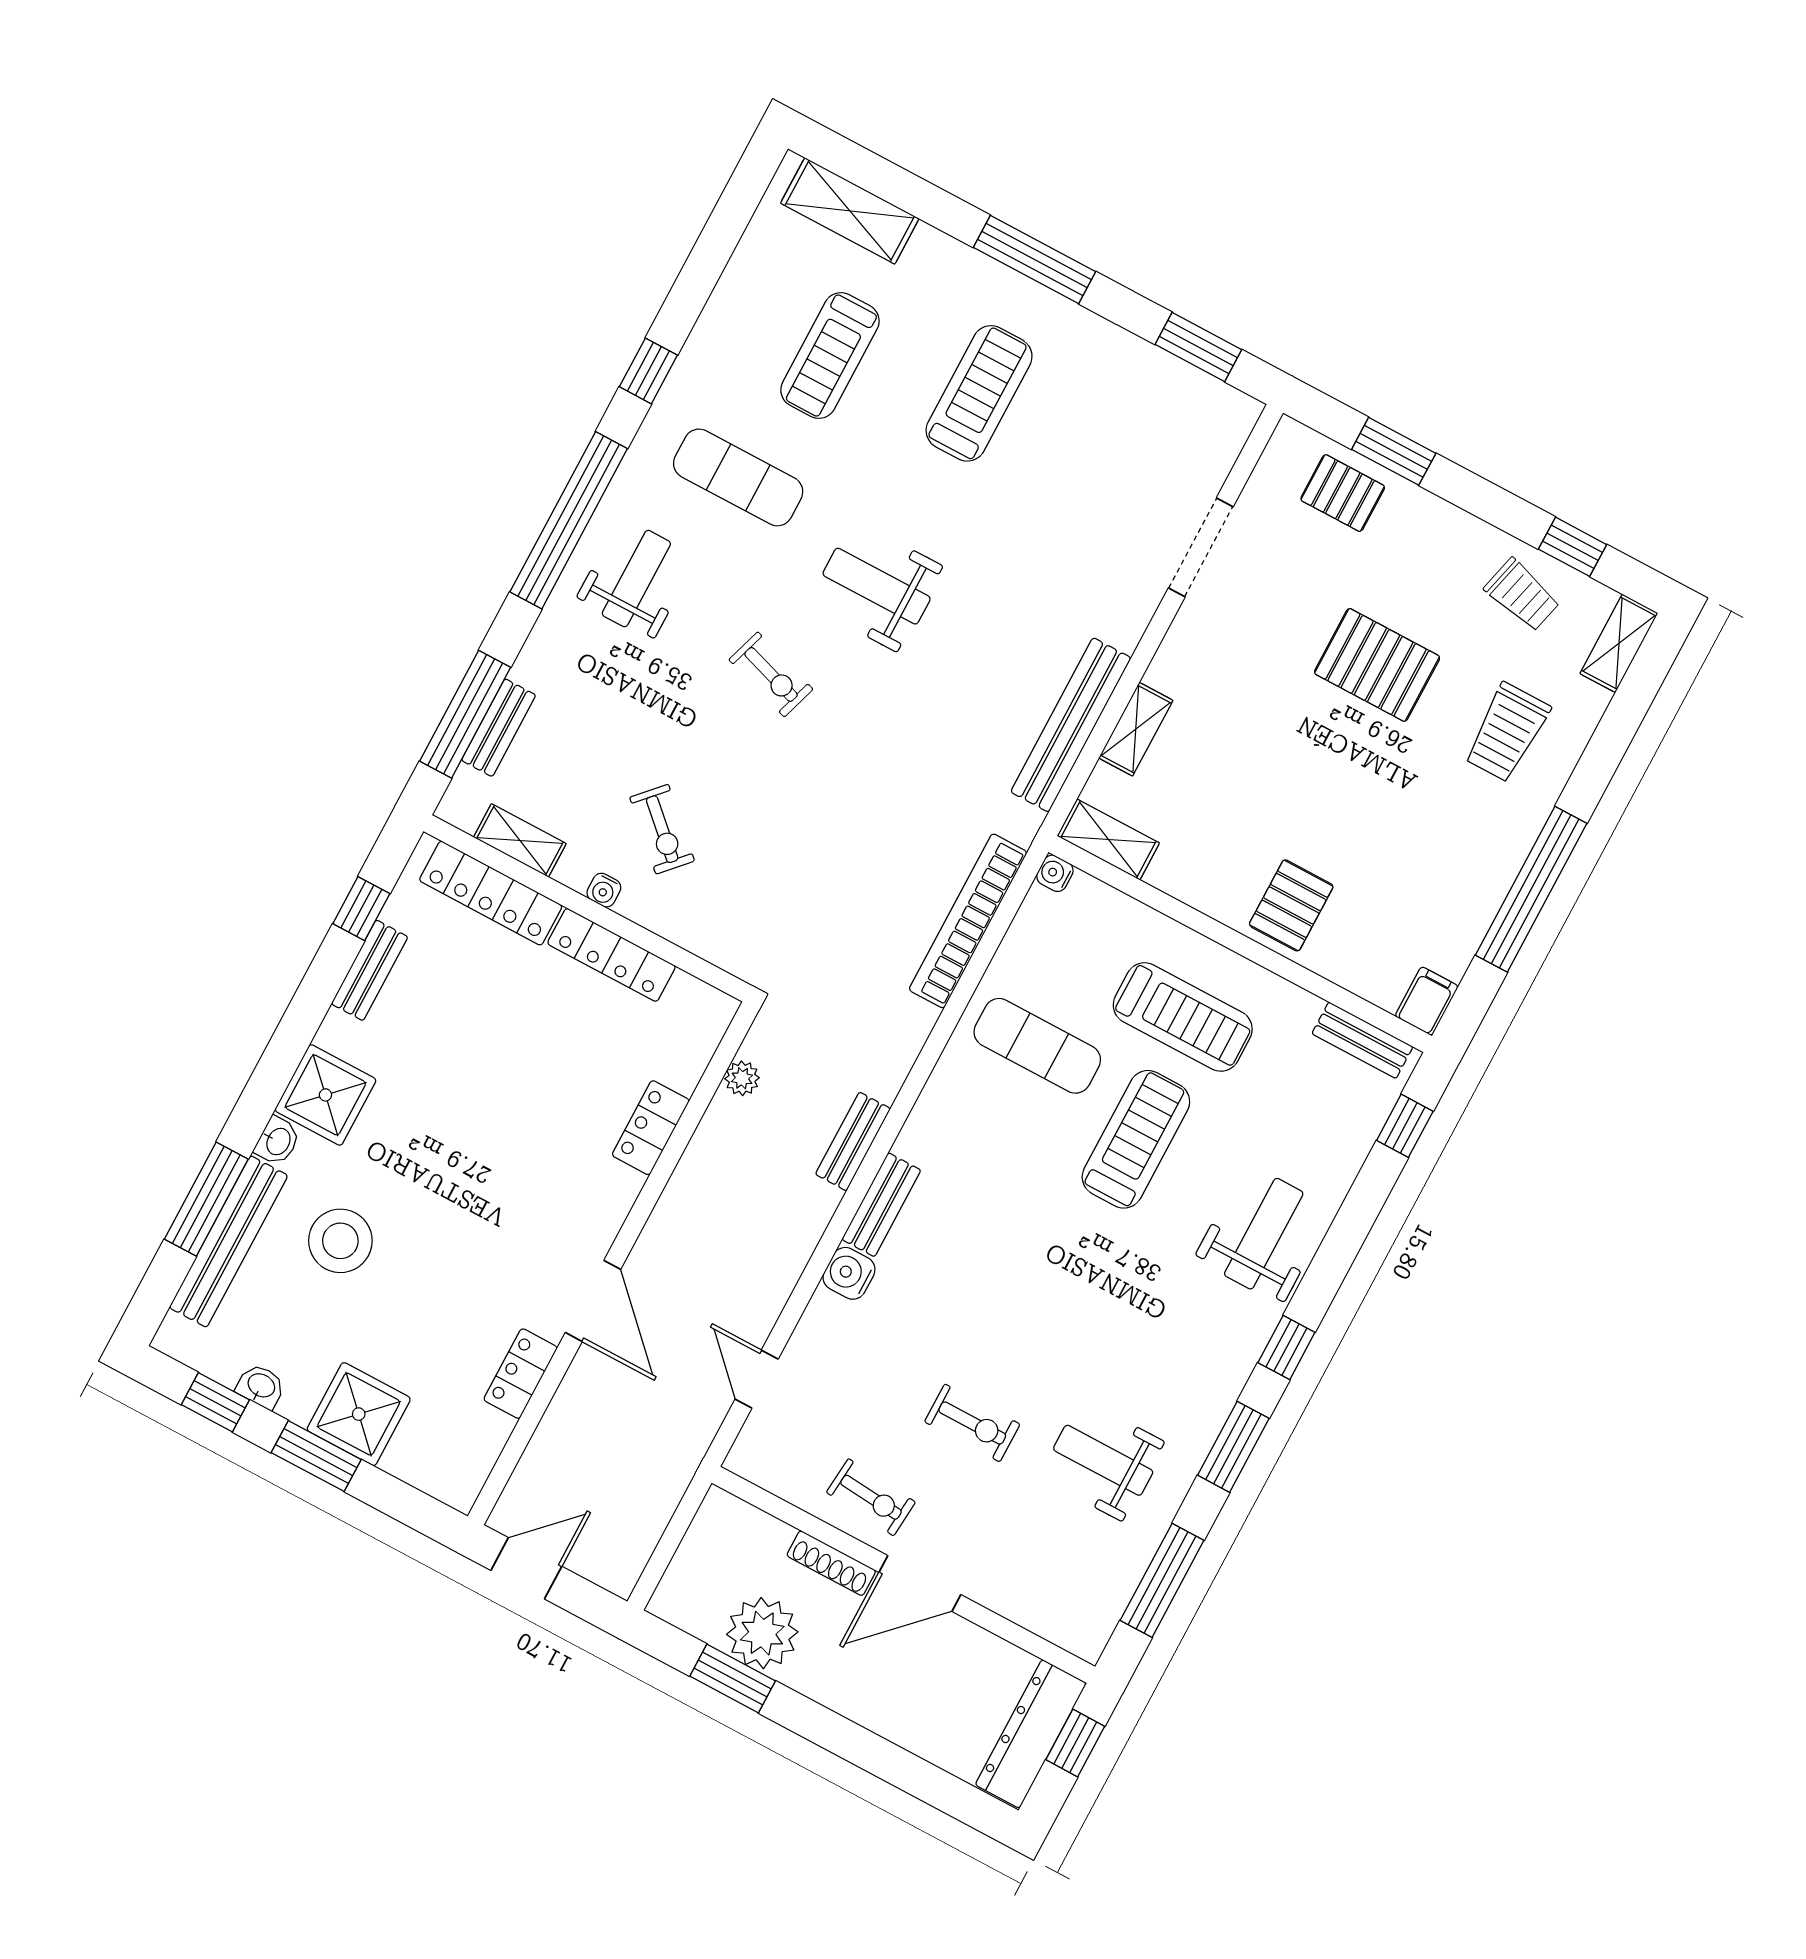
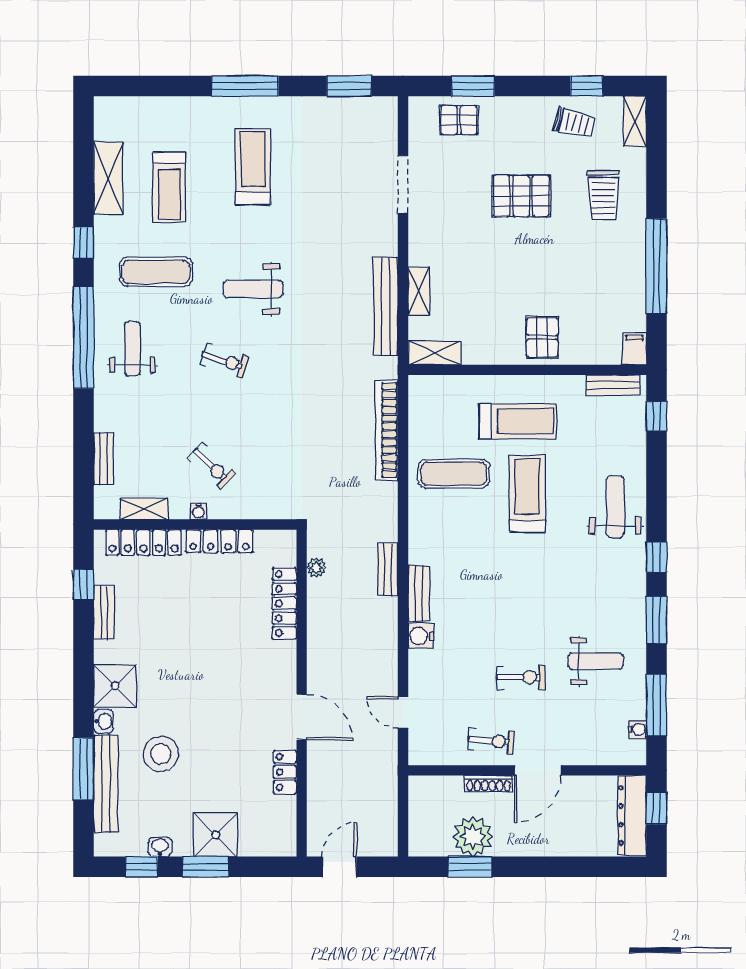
shelving: (850, 211) -> (108, 178), moved, turned 90
window: (465, 714) -> (84, 461), removed
water cooler: (1055, 873) -> (637, 729), moved, turned 180
locker: (651, 1128) -> (284, 604), width x1.53
weight bench: (1103, 1460) -> (596, 661), turned 180

